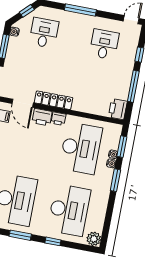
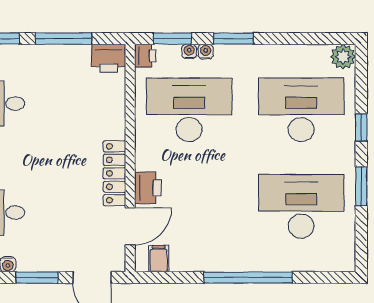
printer: (59, 119) -> (145, 56), moved

